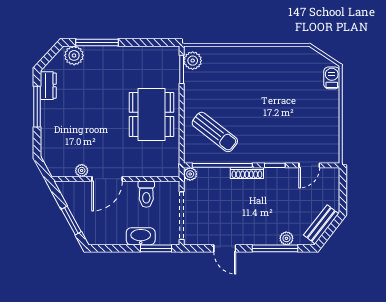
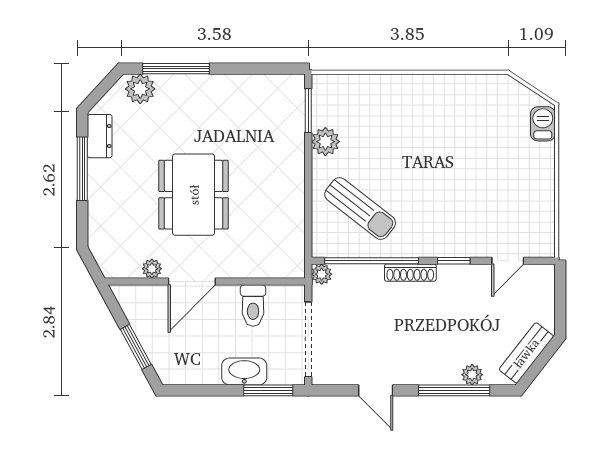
plant: (193, 61) -> (325, 142), moved
dining table: (151, 114) -> (194, 195), moved

